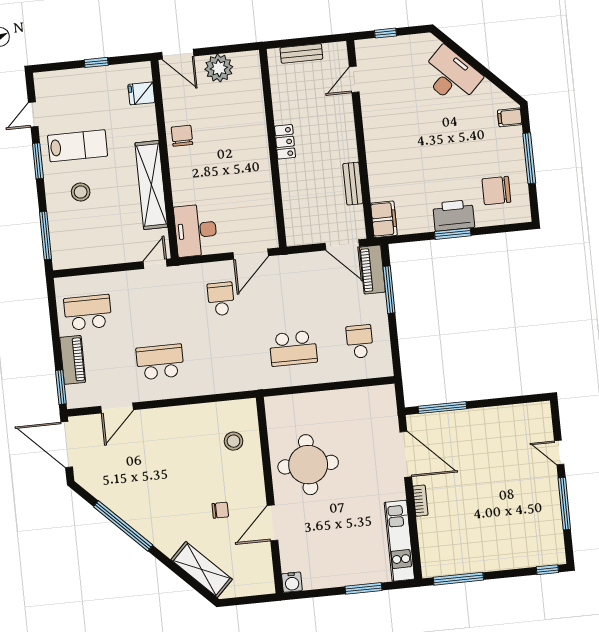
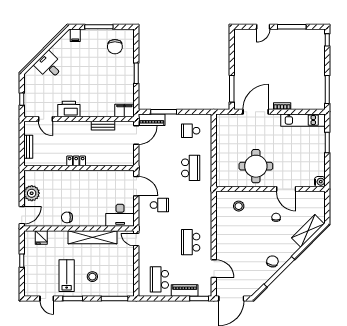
desk: (451, 76) -> (49, 65), width x0.73
printer: (454, 215) -> (69, 109), moved, turned 90
school desk: (221, 299) -> (159, 205), turned 180
chair: (141, 512) -> (272, 261), added

